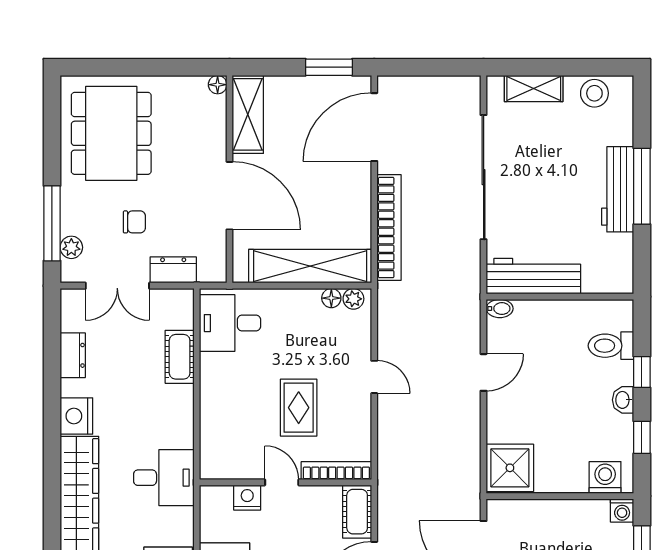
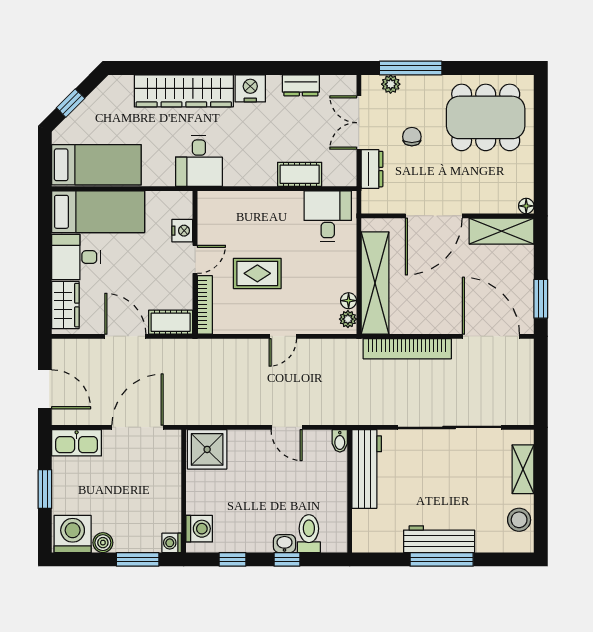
chair: (134, 222) -> (412, 137), turned 180
washbasin: (623, 400) -> (285, 544), moved

